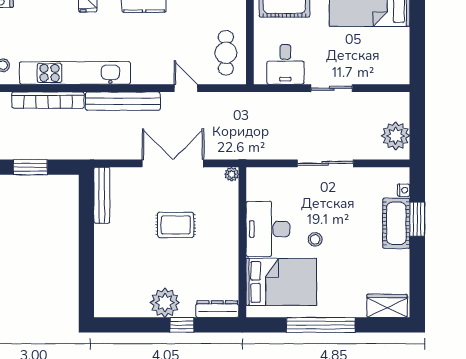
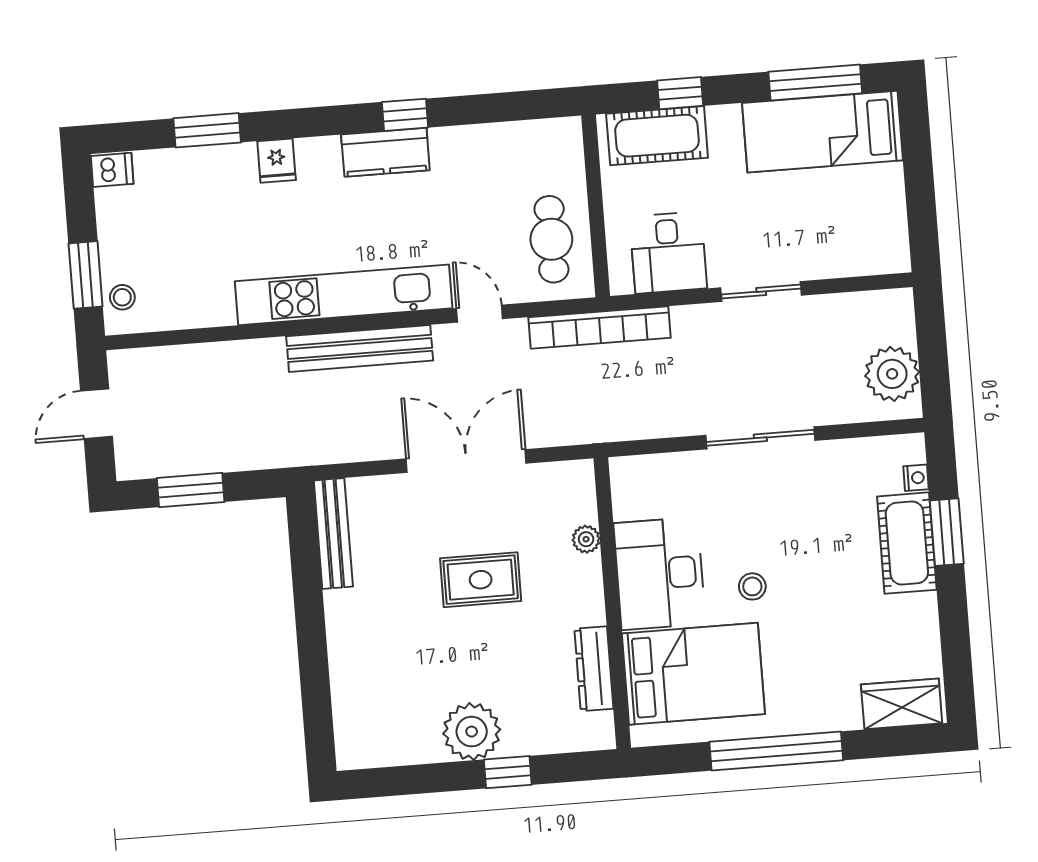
kitchen unit: (75, 73) -> (344, 295), moved
bookcase: (48, 100) -> (600, 328), moved
plant: (232, 174) -> (586, 539), moved
dresser: (217, 309) -> (594, 669), moved, turned -90

